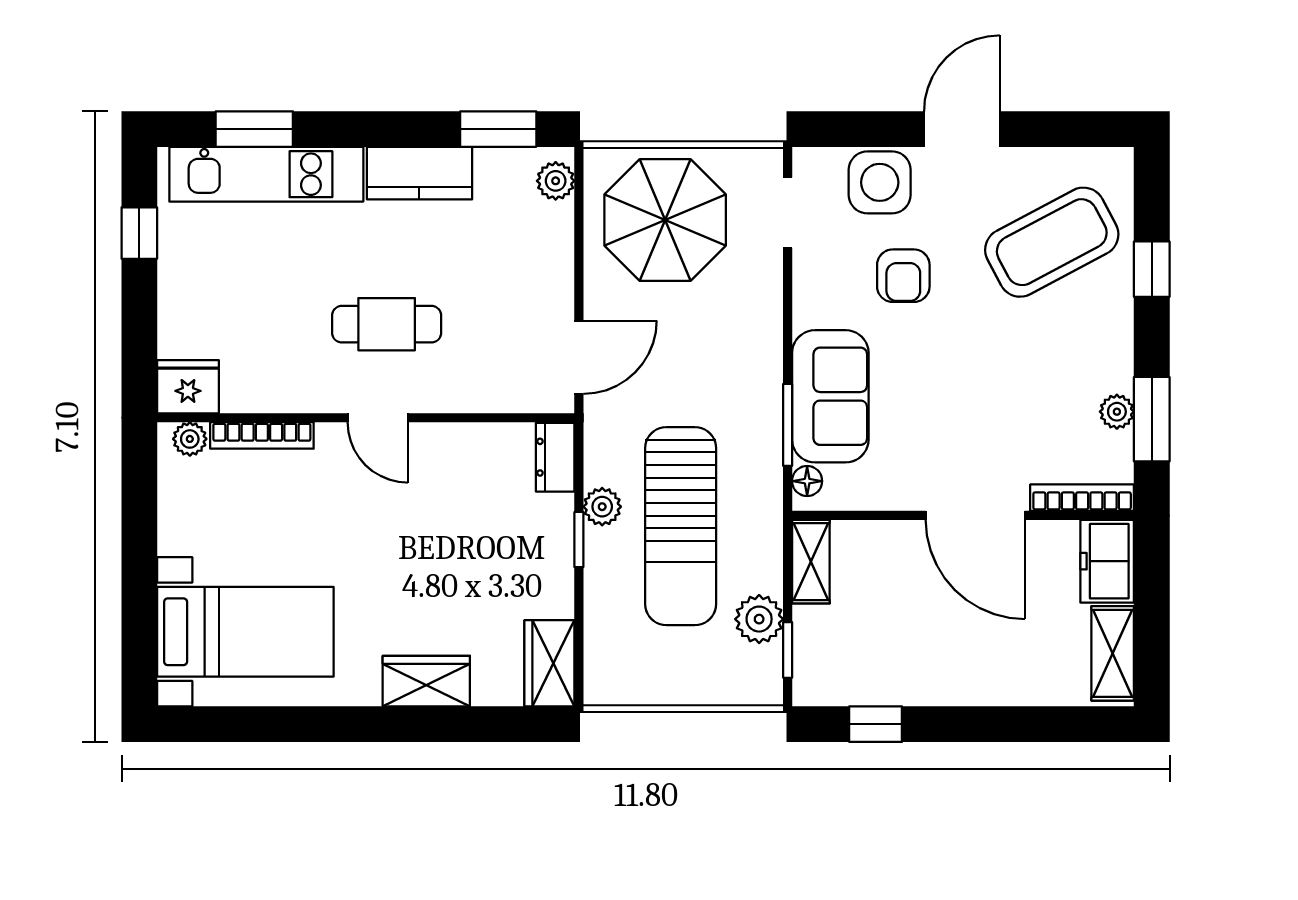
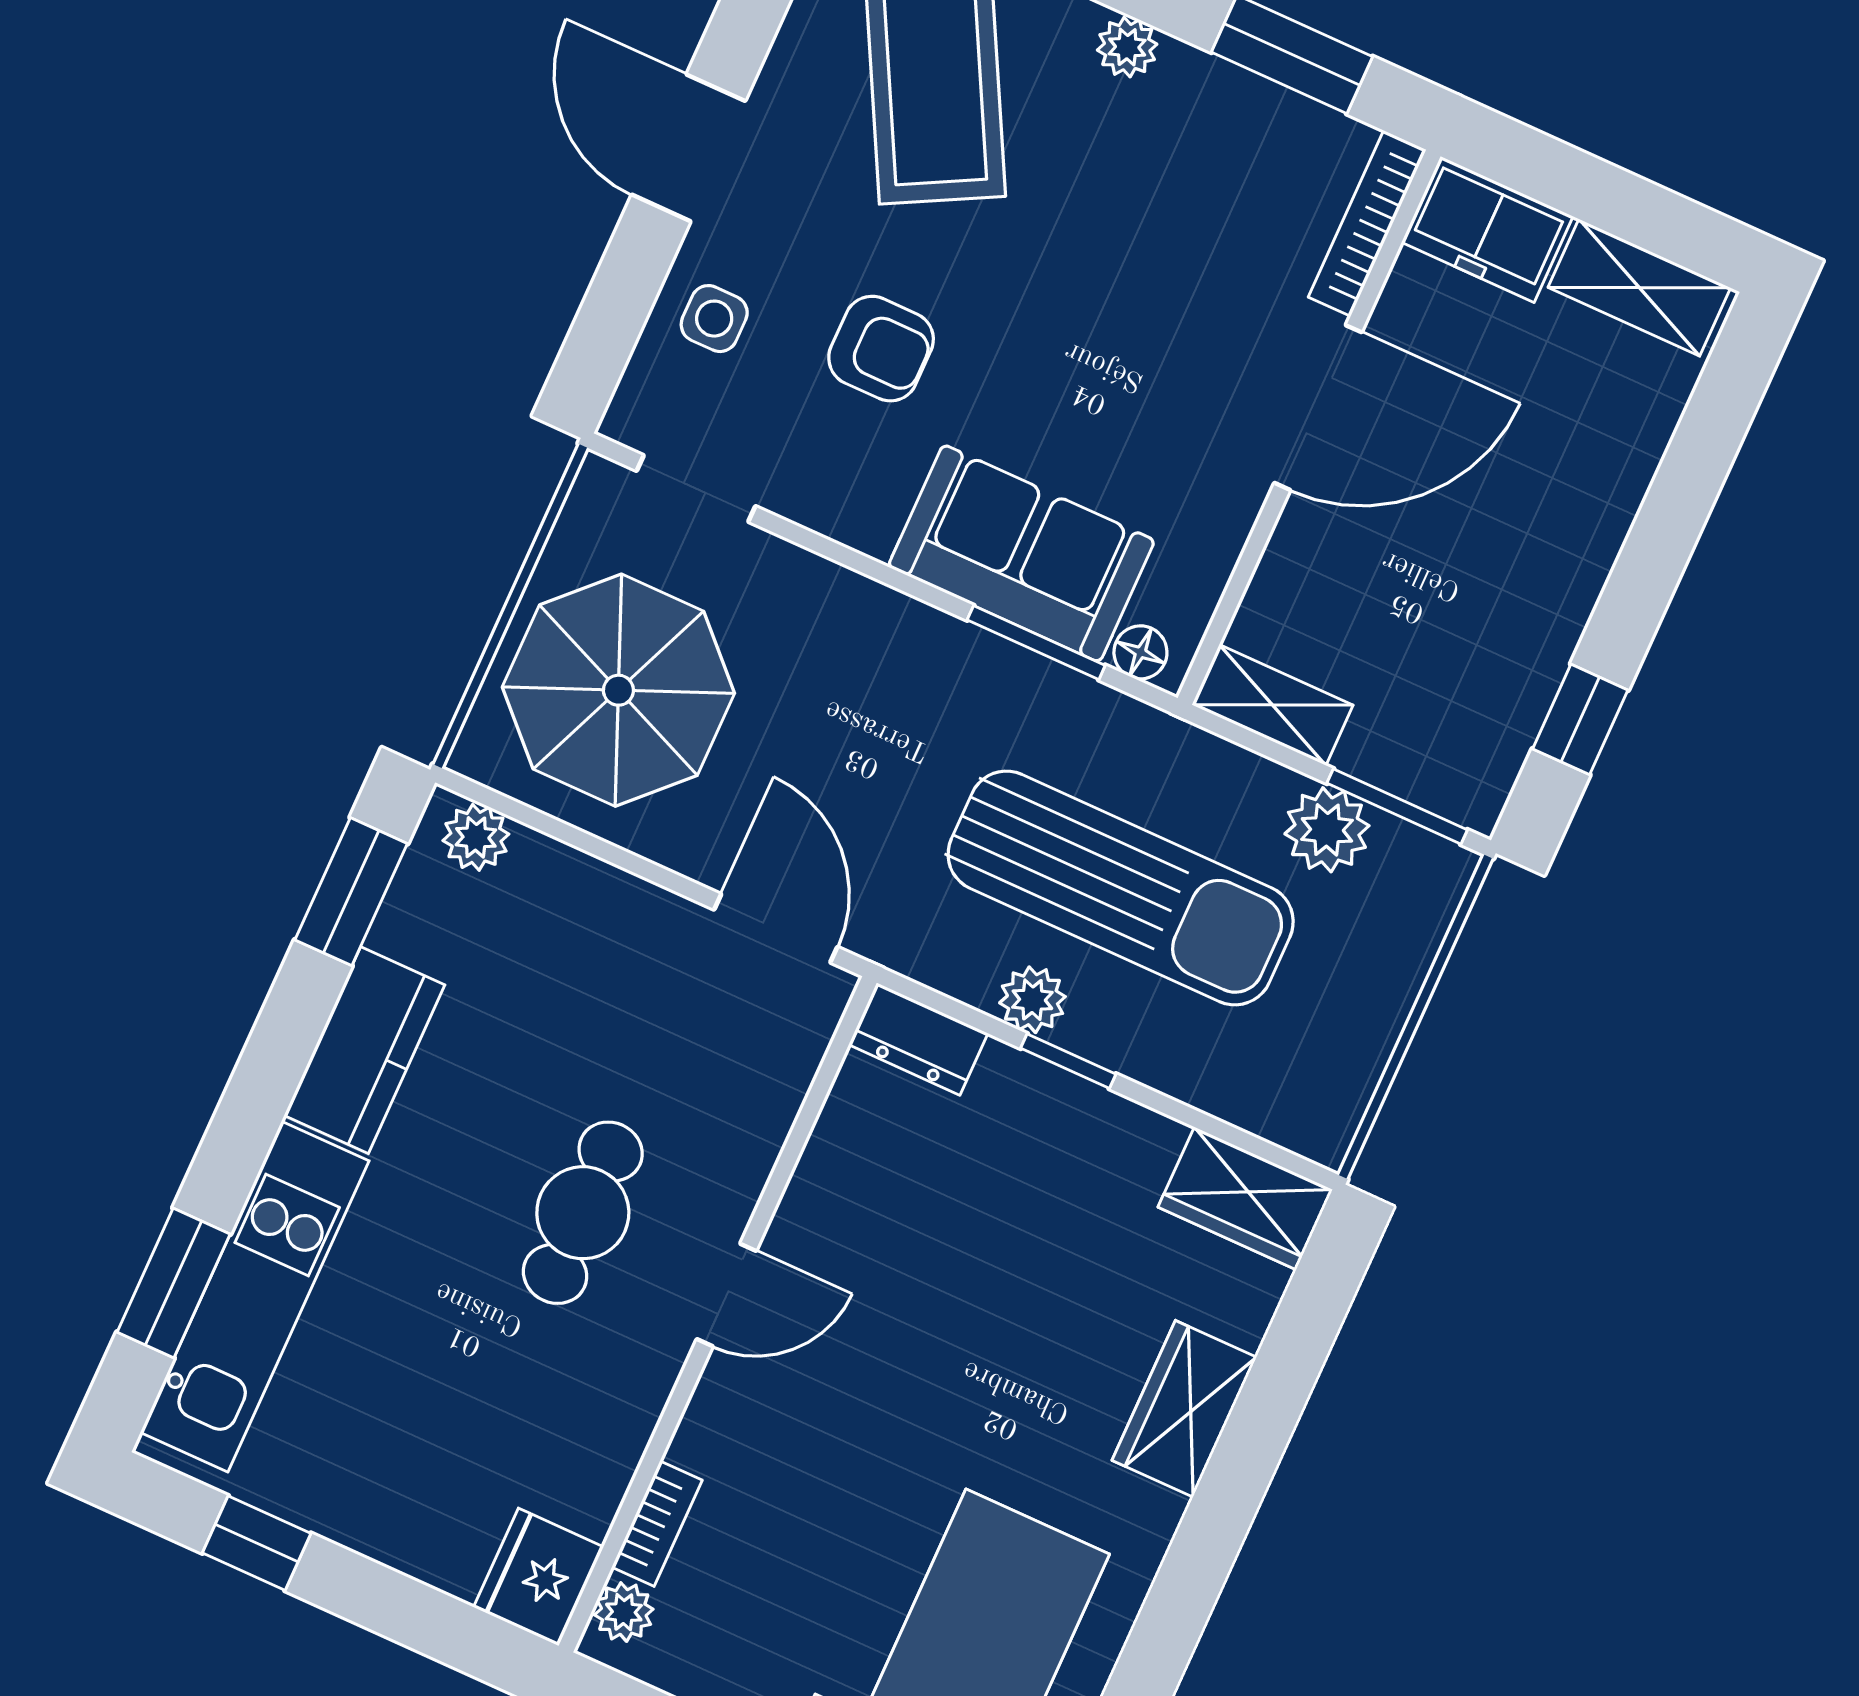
side table: (880, 182) -> (714, 319), width x0.54, depth x0.54
plant: (1117, 412) -> (1127, 47), moved
bookcase: (262, 435) -> (657, 1524), width x0.64
window: (788, 650) -> (1397, 806), width x1.50

